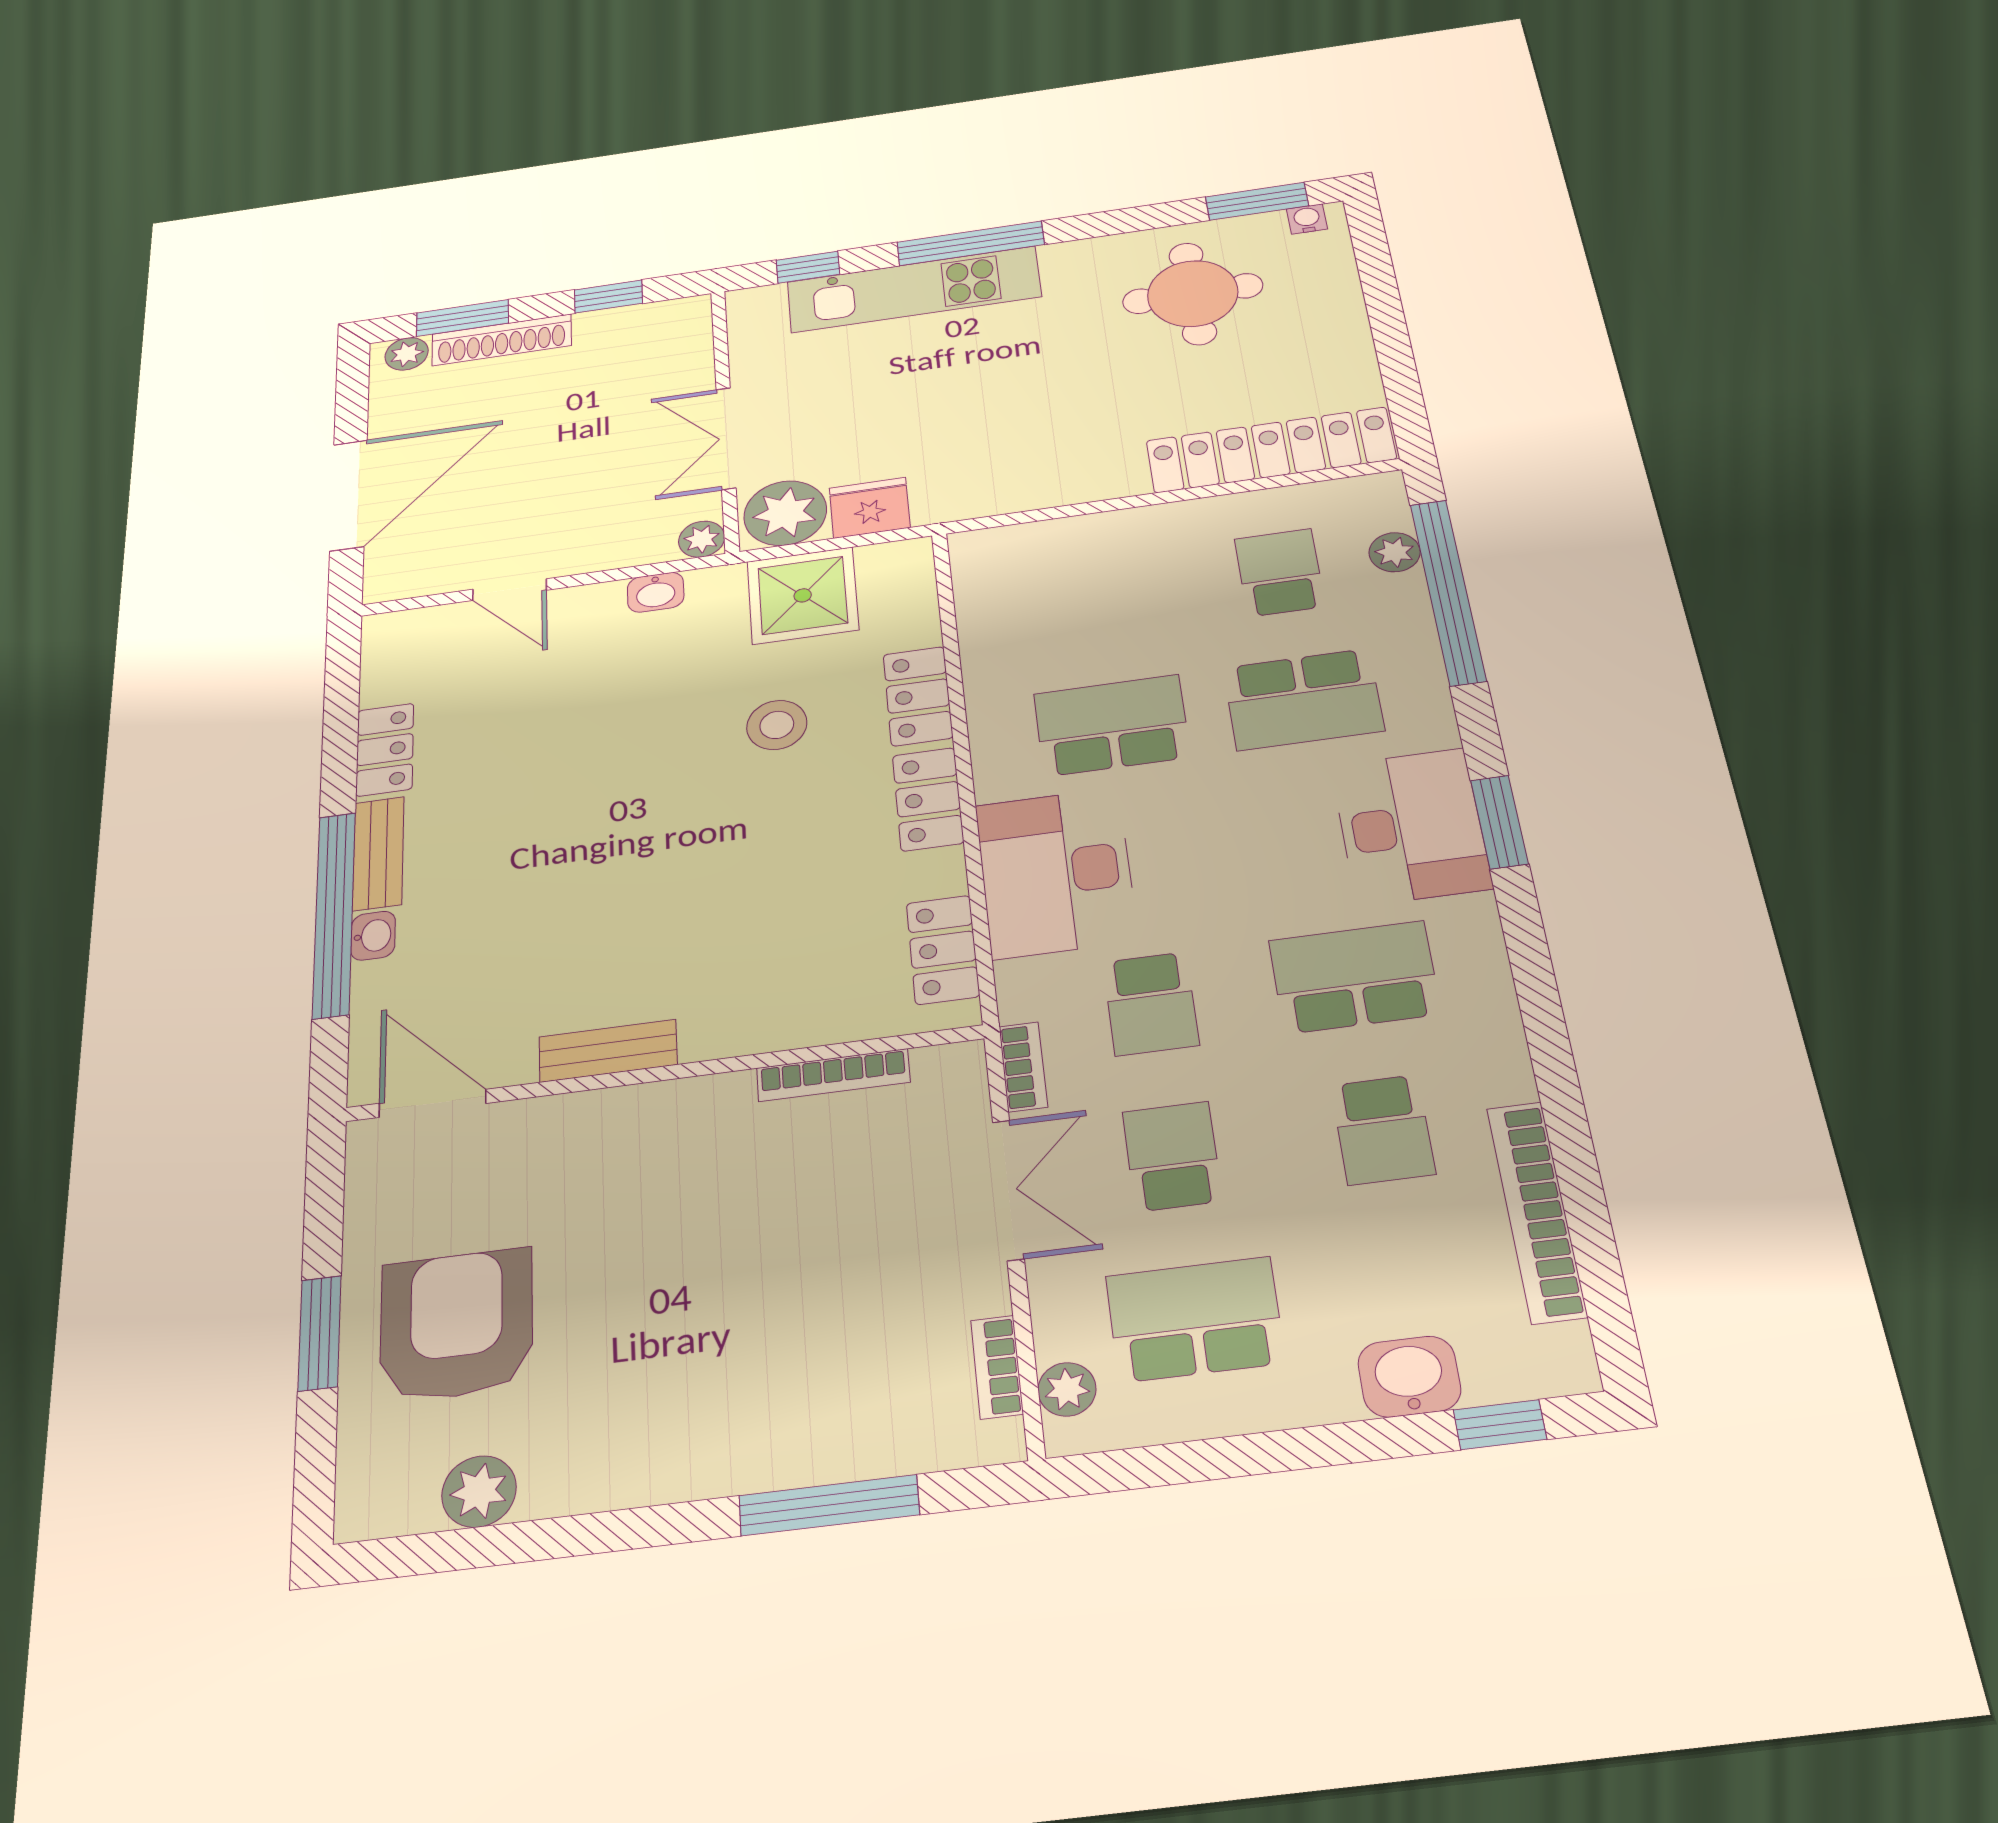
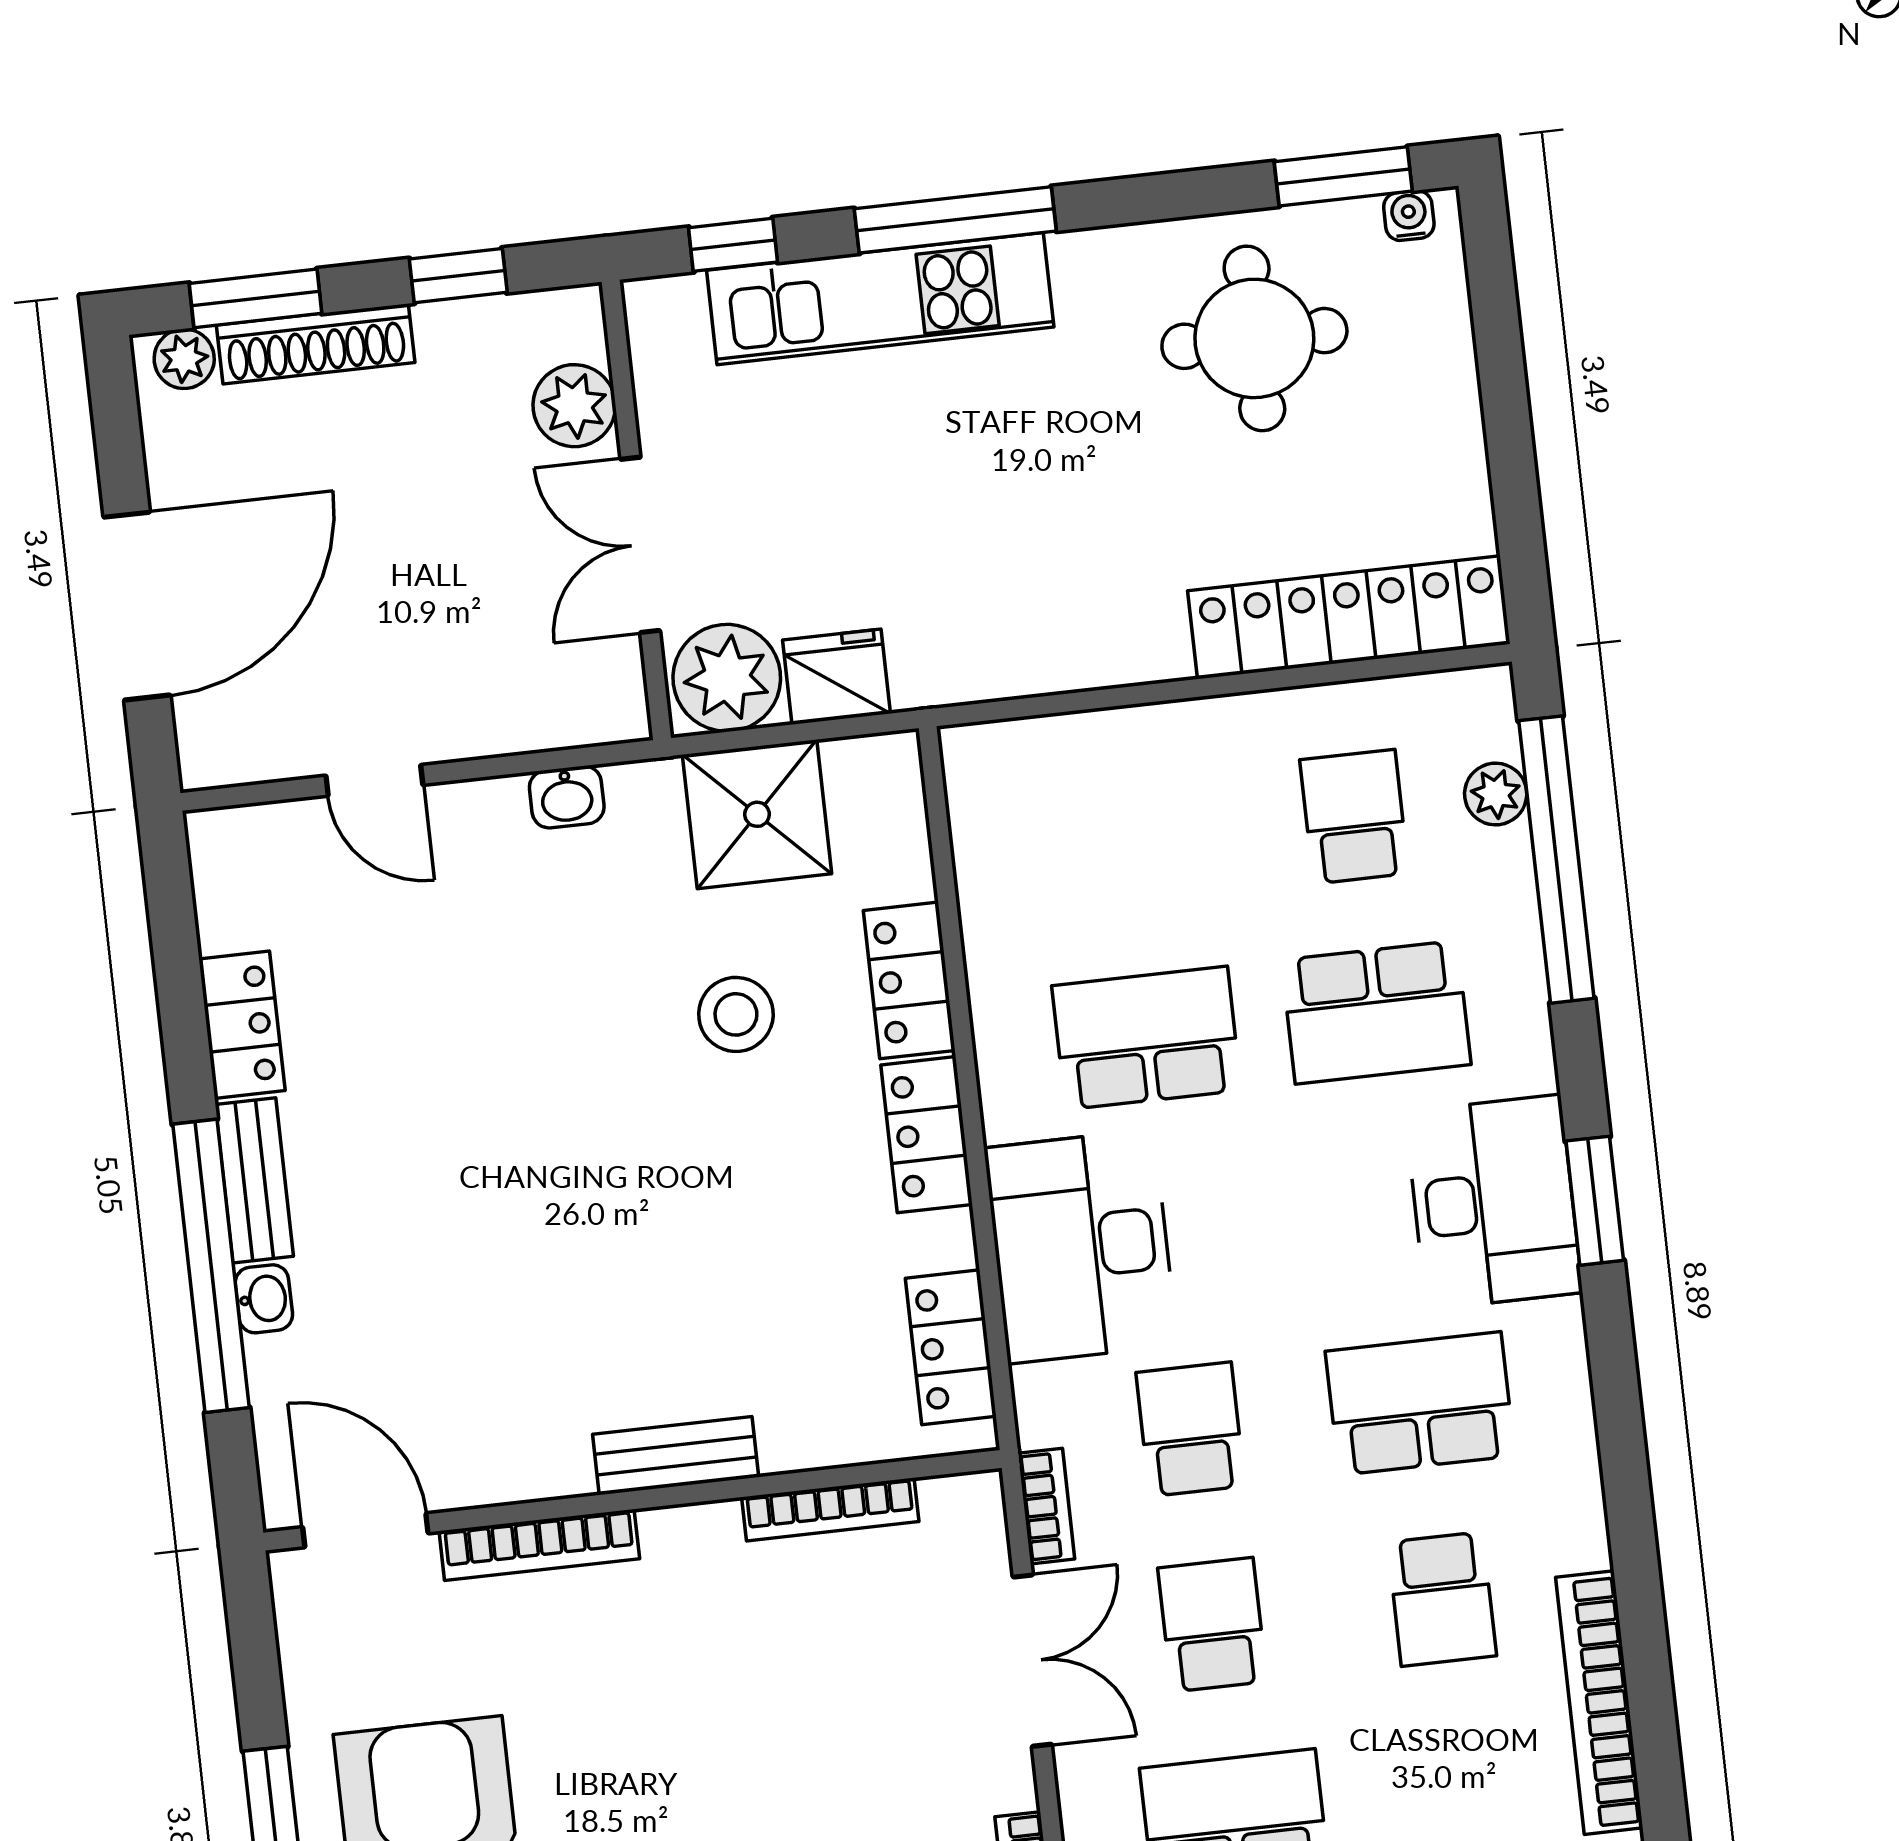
plant: (702, 539) -> (574, 406), moved, width x1.38, depth x1.38
school desk: (1151, 1004) -> (1190, 1429), turned 180
bench: (608, 1051) -> (676, 1456), moved
bookcase: (579, 1110) -> (539, 1545), added

